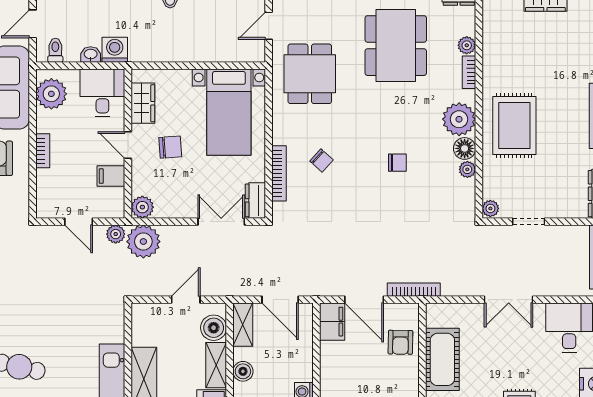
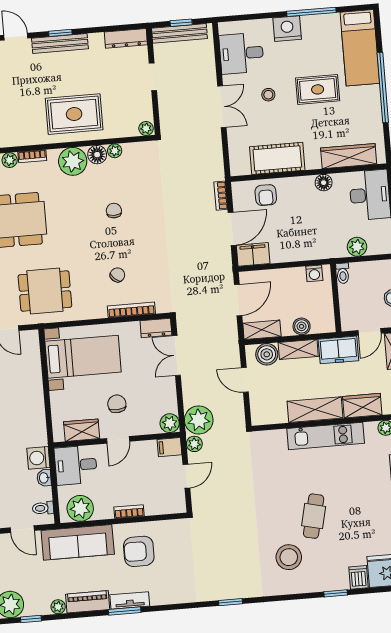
filing cabinet: (111, 176) -> (169, 447), moved, turned 90
doorway: (529, 222) -> (153, 77), moved
bookcase: (414, 290) -> (221, 196), width x0.64
armchair: (400, 342) -> (266, 195), turned 89
stool: (518, 355) -> (268, 95), added

